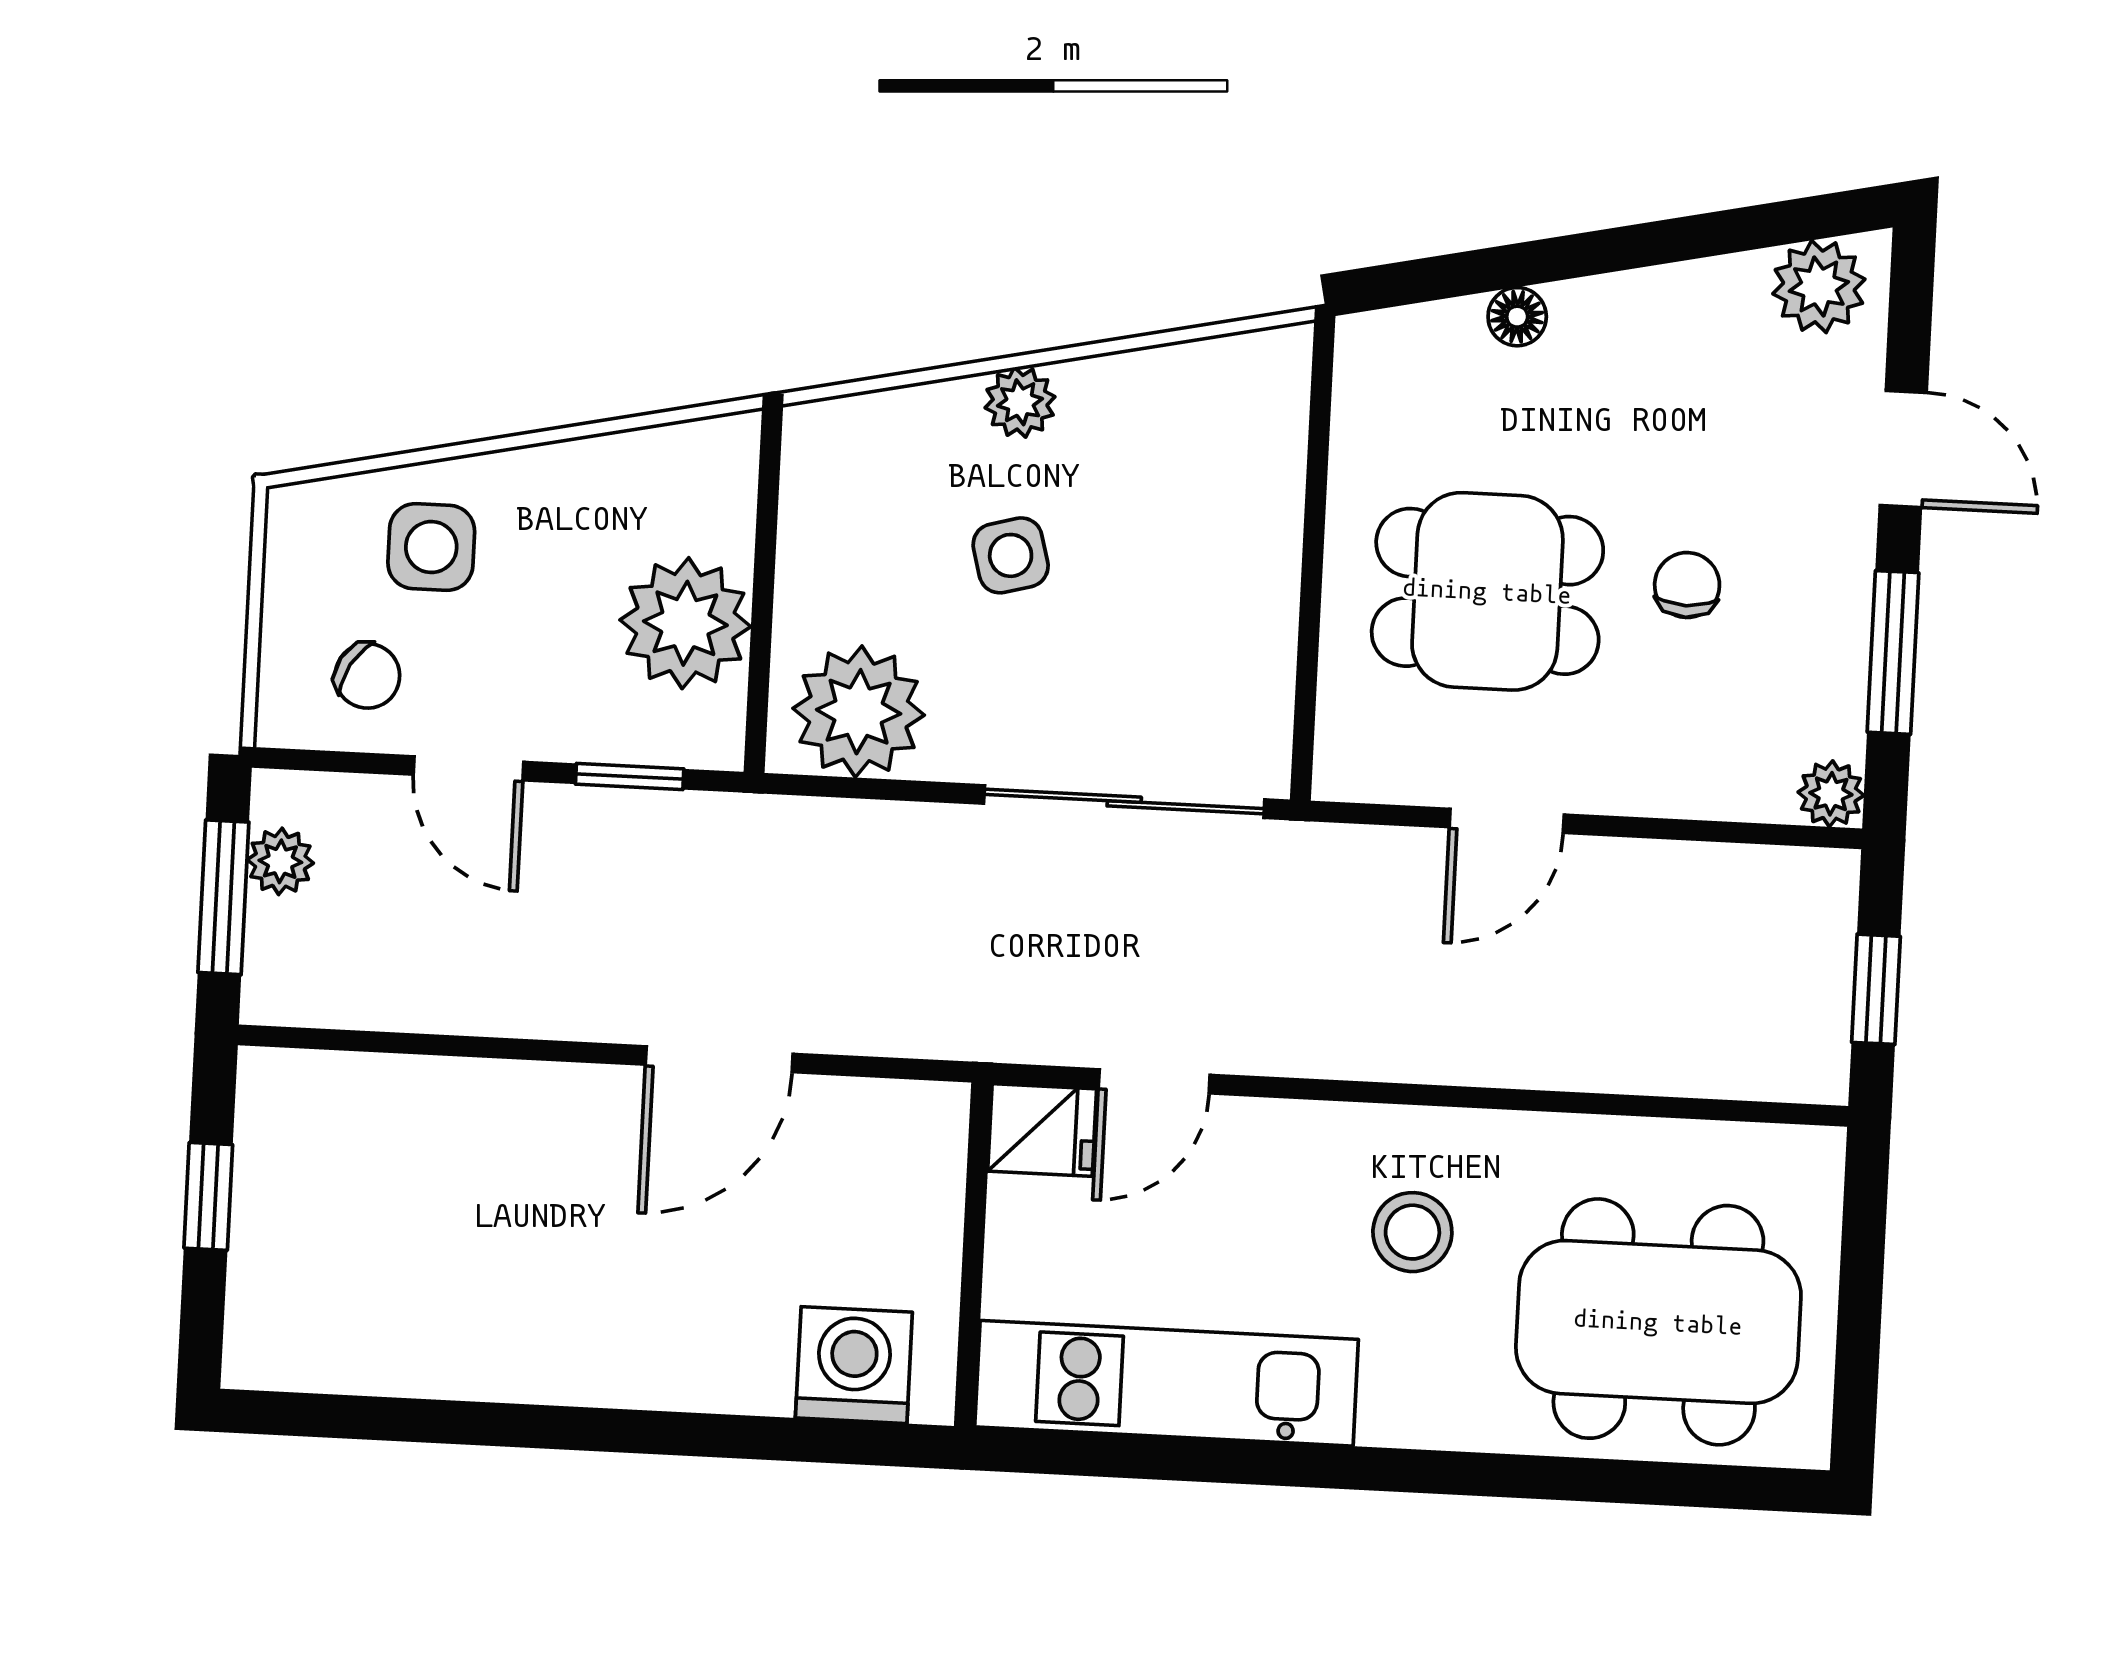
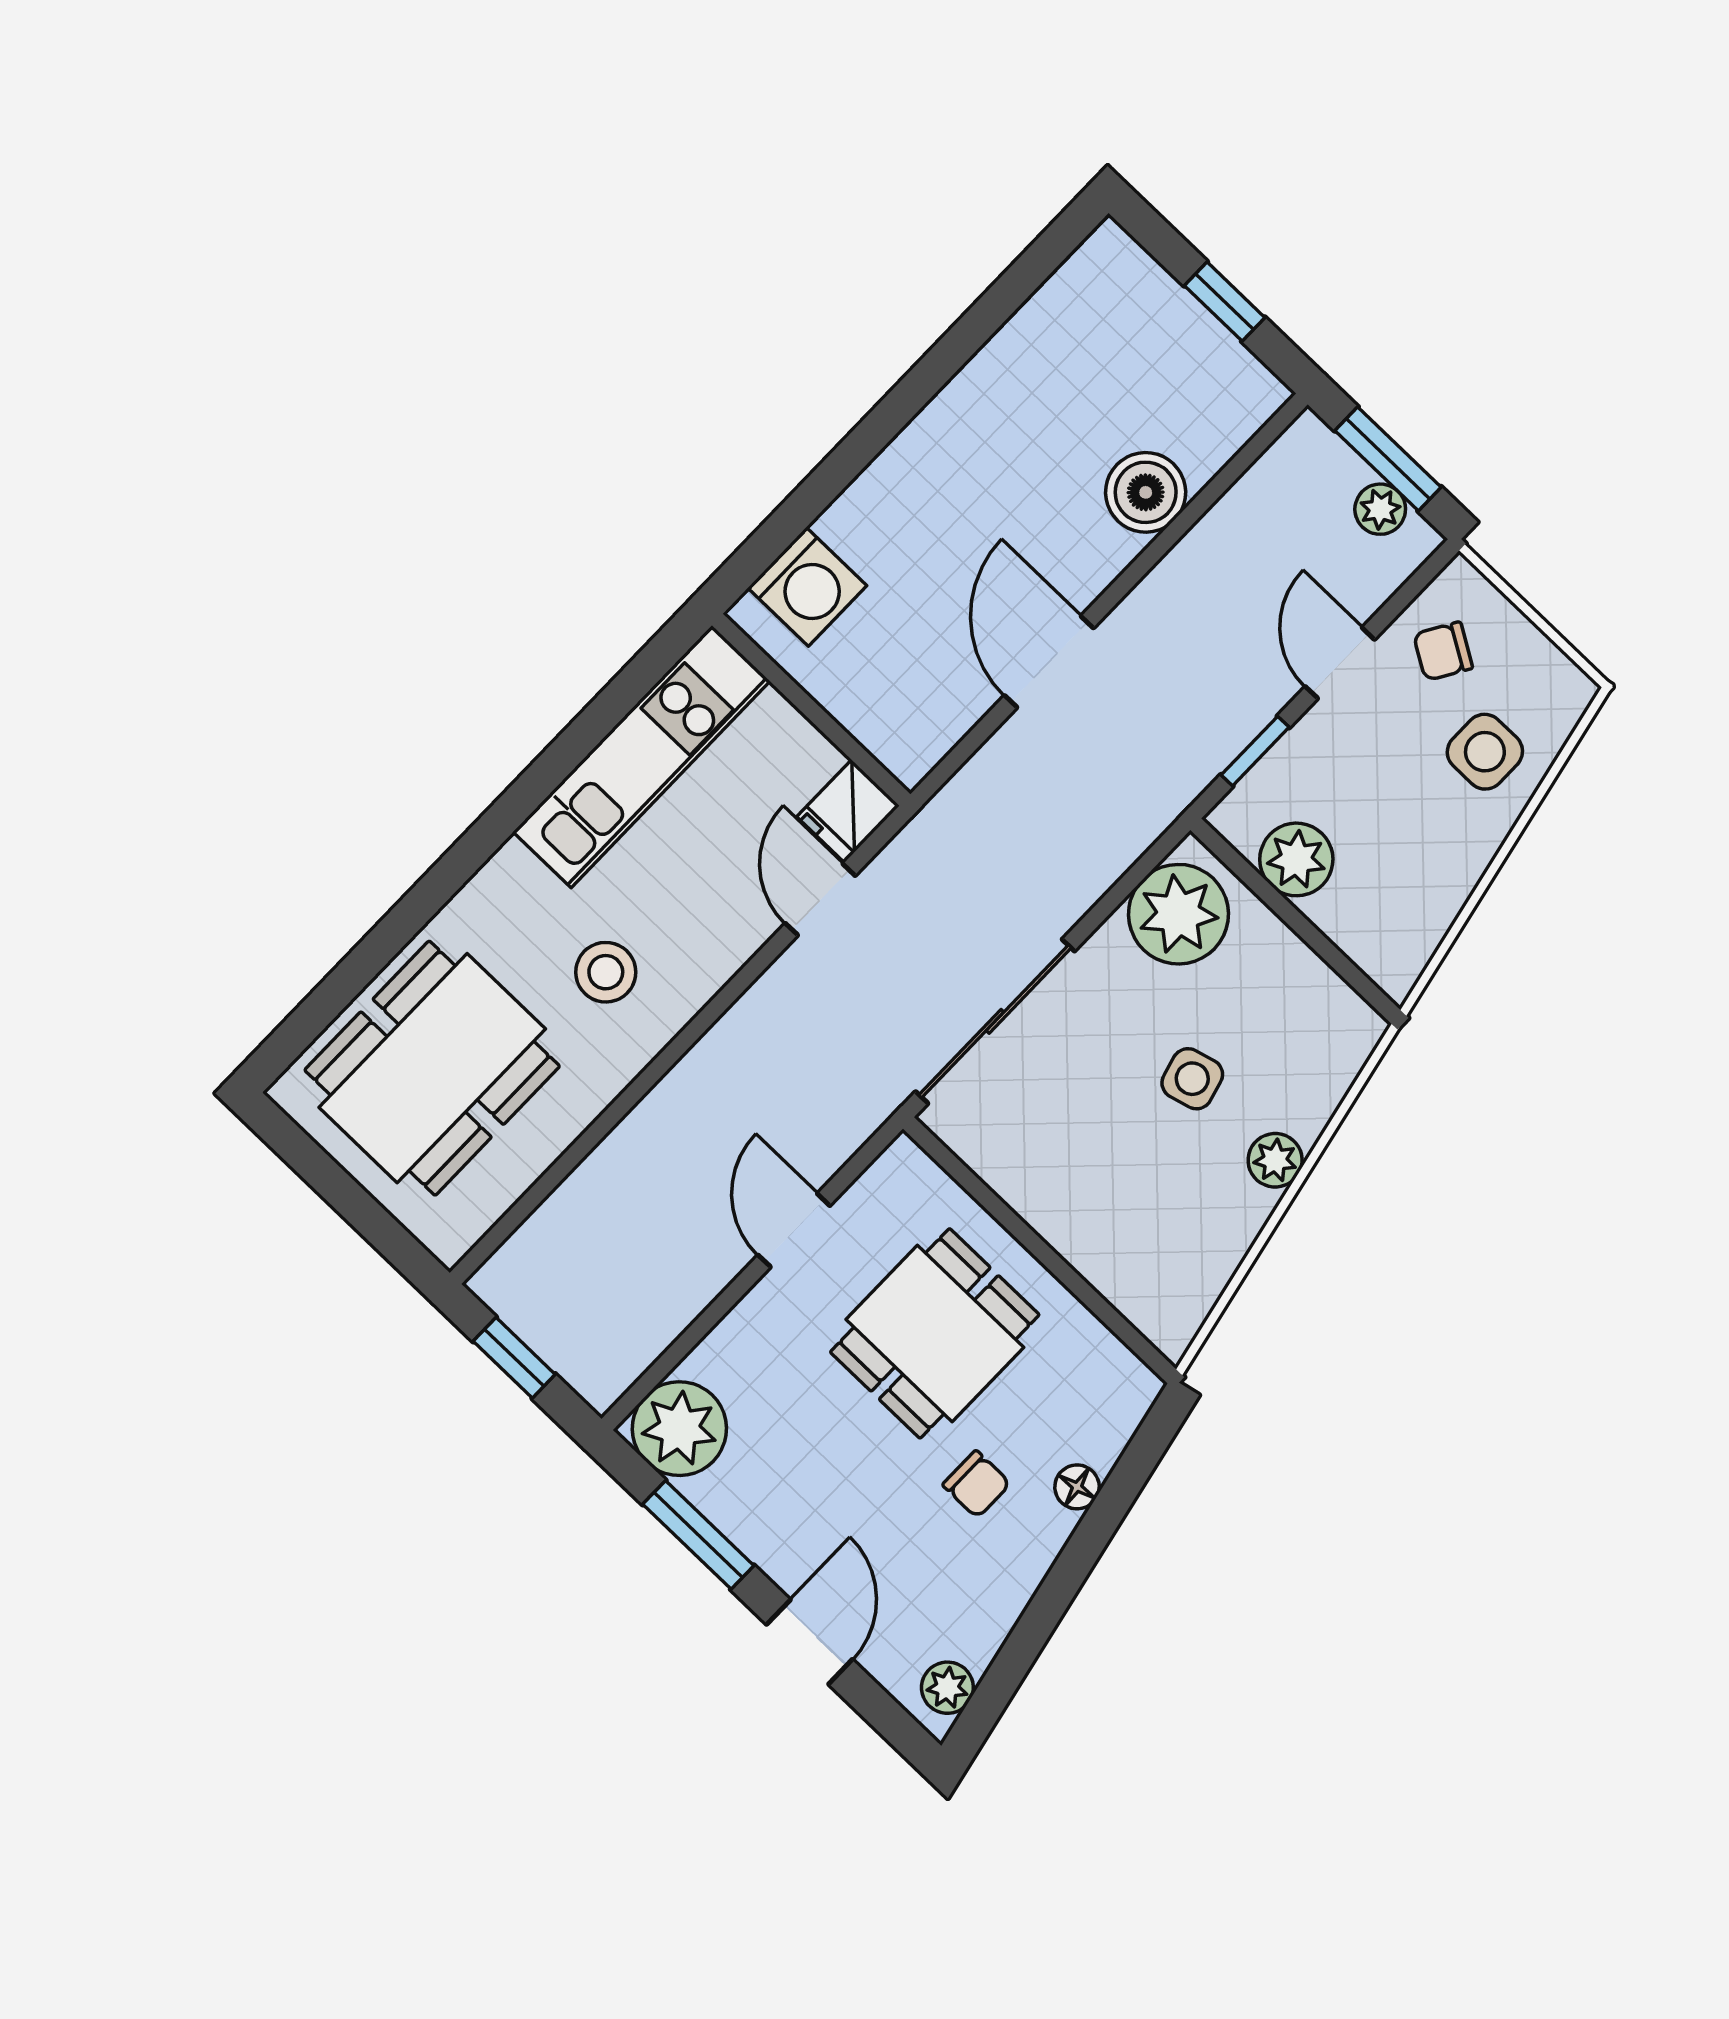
plant: (1819, 286) -> (947, 1688), width x0.73, depth x0.73
door: (1903, 449) -> (809, 1642), swing flipped
chair: (1687, 585) -> (977, 1484), moved
plant: (685, 623) -> (1296, 859), width x0.73, depth x0.73
door: (469, 768) -> (1340, 663), hinge flipped
plant: (1831, 794) -> (679, 1429), width x1.88, depth x1.88
boiler: (467, 1110) -> (1146, 492), added

